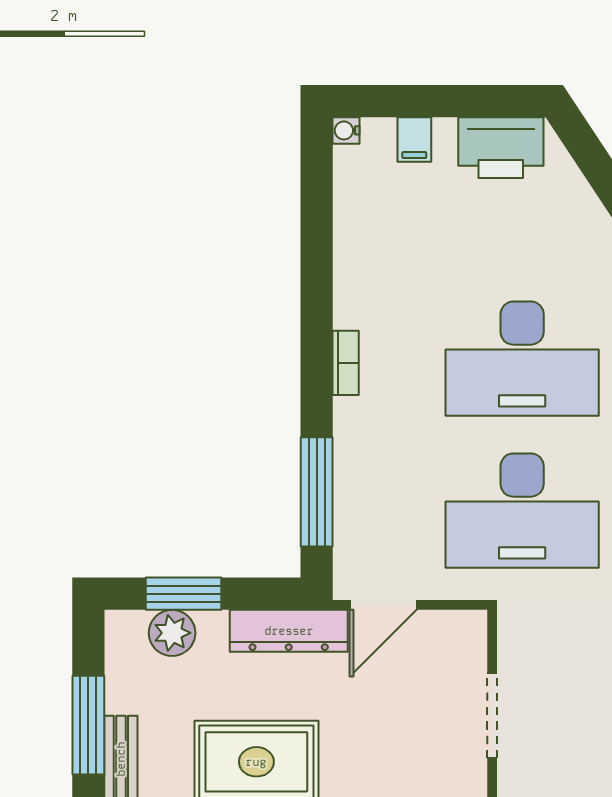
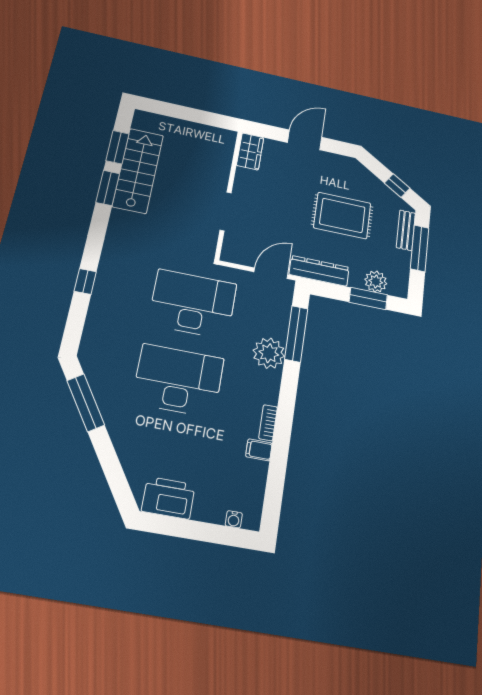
water cooler: (346, 130) -> (234, 519), moved, turned 90
filing cabinet: (414, 139) -> (259, 450), moved, turned -90
bookcase: (346, 363) -> (268, 423), moved
plant: (363, 443) -> (269, 353), added

